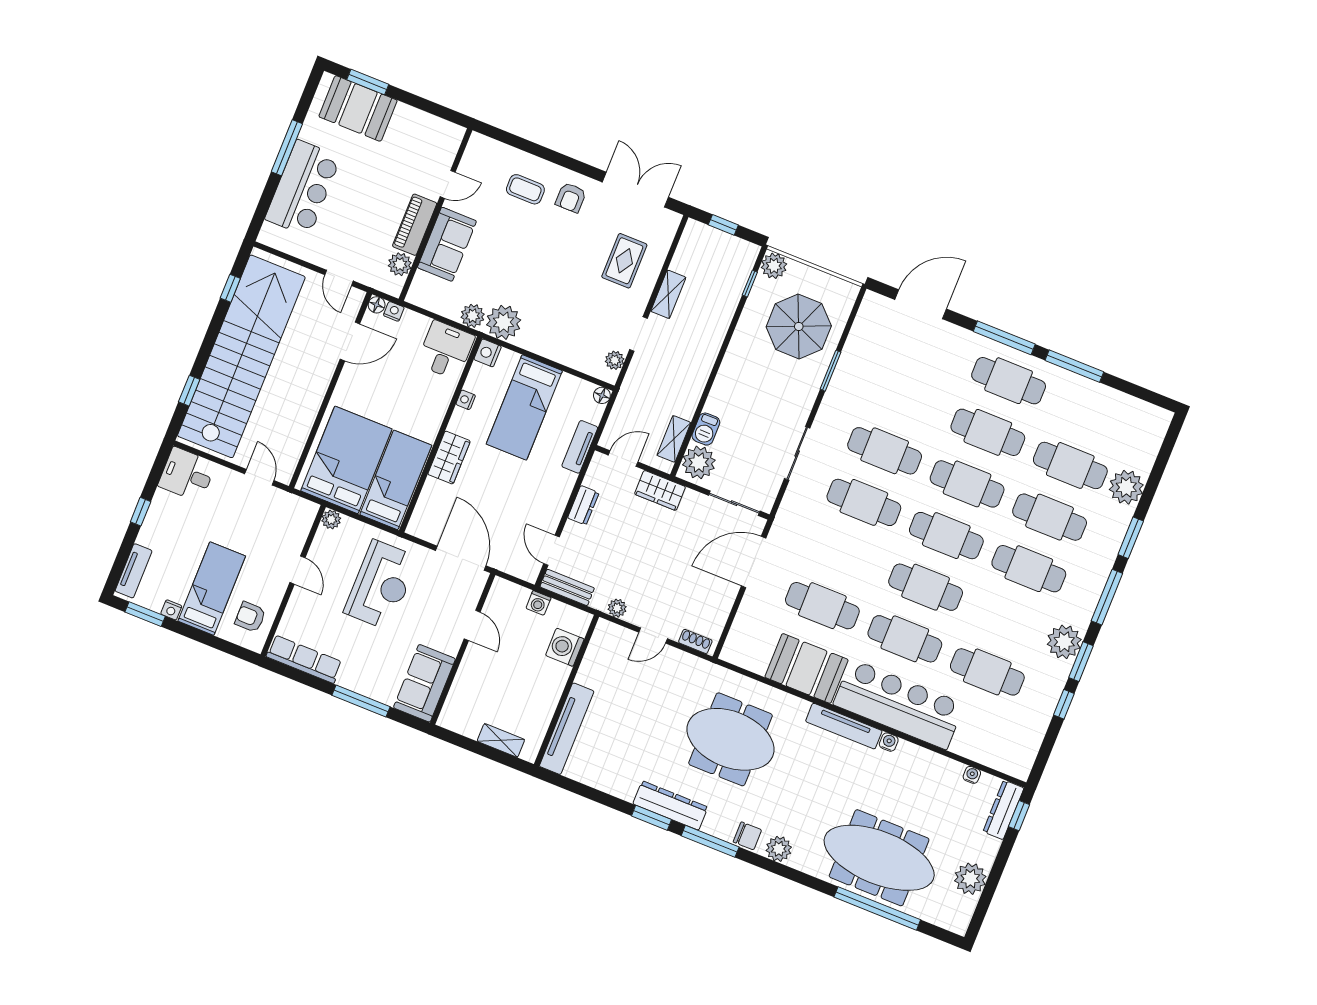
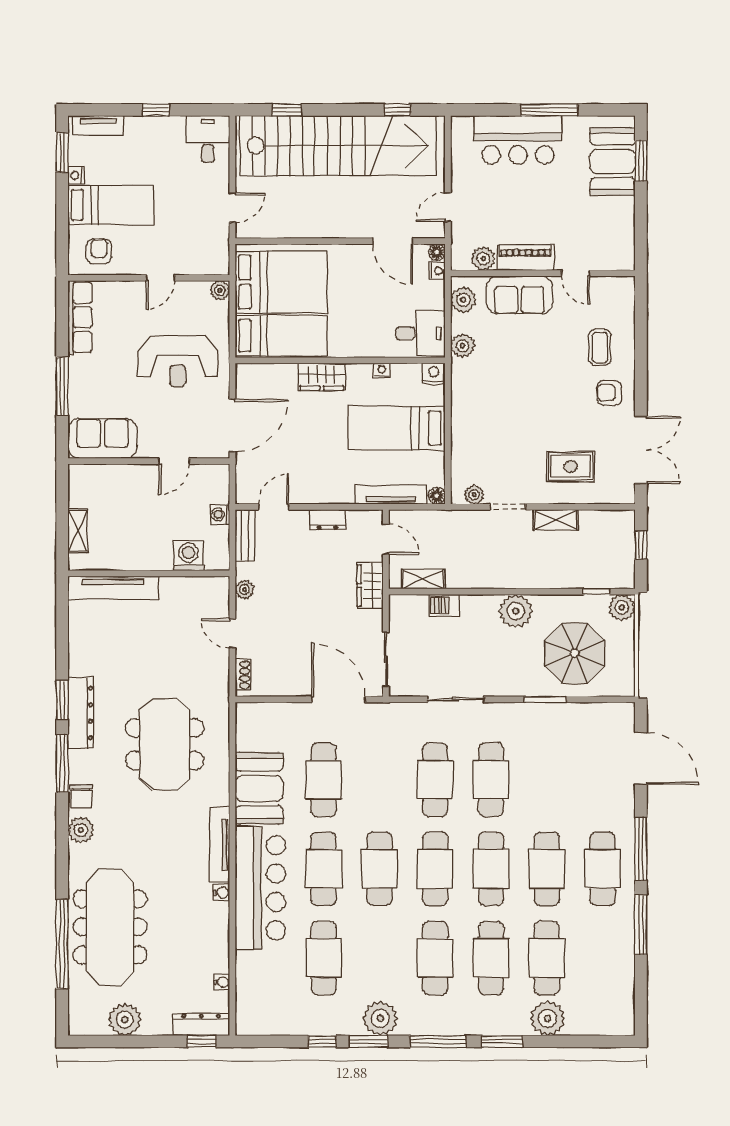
plant: (504, 322) -> (463, 300), moved, width x0.73, depth x0.73
tv unit: (580, 447) -> (391, 494), width x1.41
plant: (699, 462) -> (516, 611), moved

